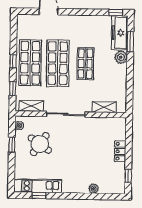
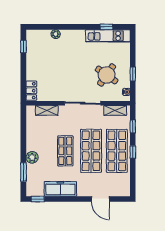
freezer: (120, 33) -> (60, 189), moved, turned -90
locker: (120, 151) -> (31, 91), moved

